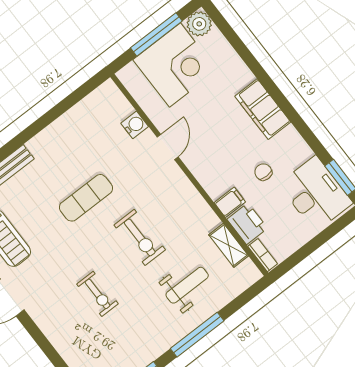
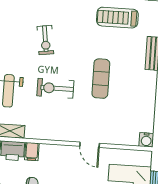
water cooler: (135, 125) -> (146, 140), moved
exercise bike: (98, 294) -> (45, 40), turned -98

